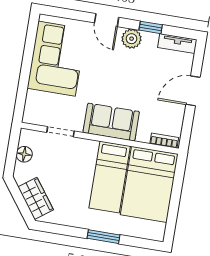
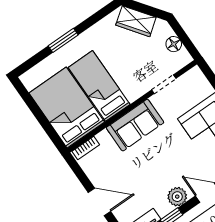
door: (193, 91) -> (99, 202), hinge flipped

